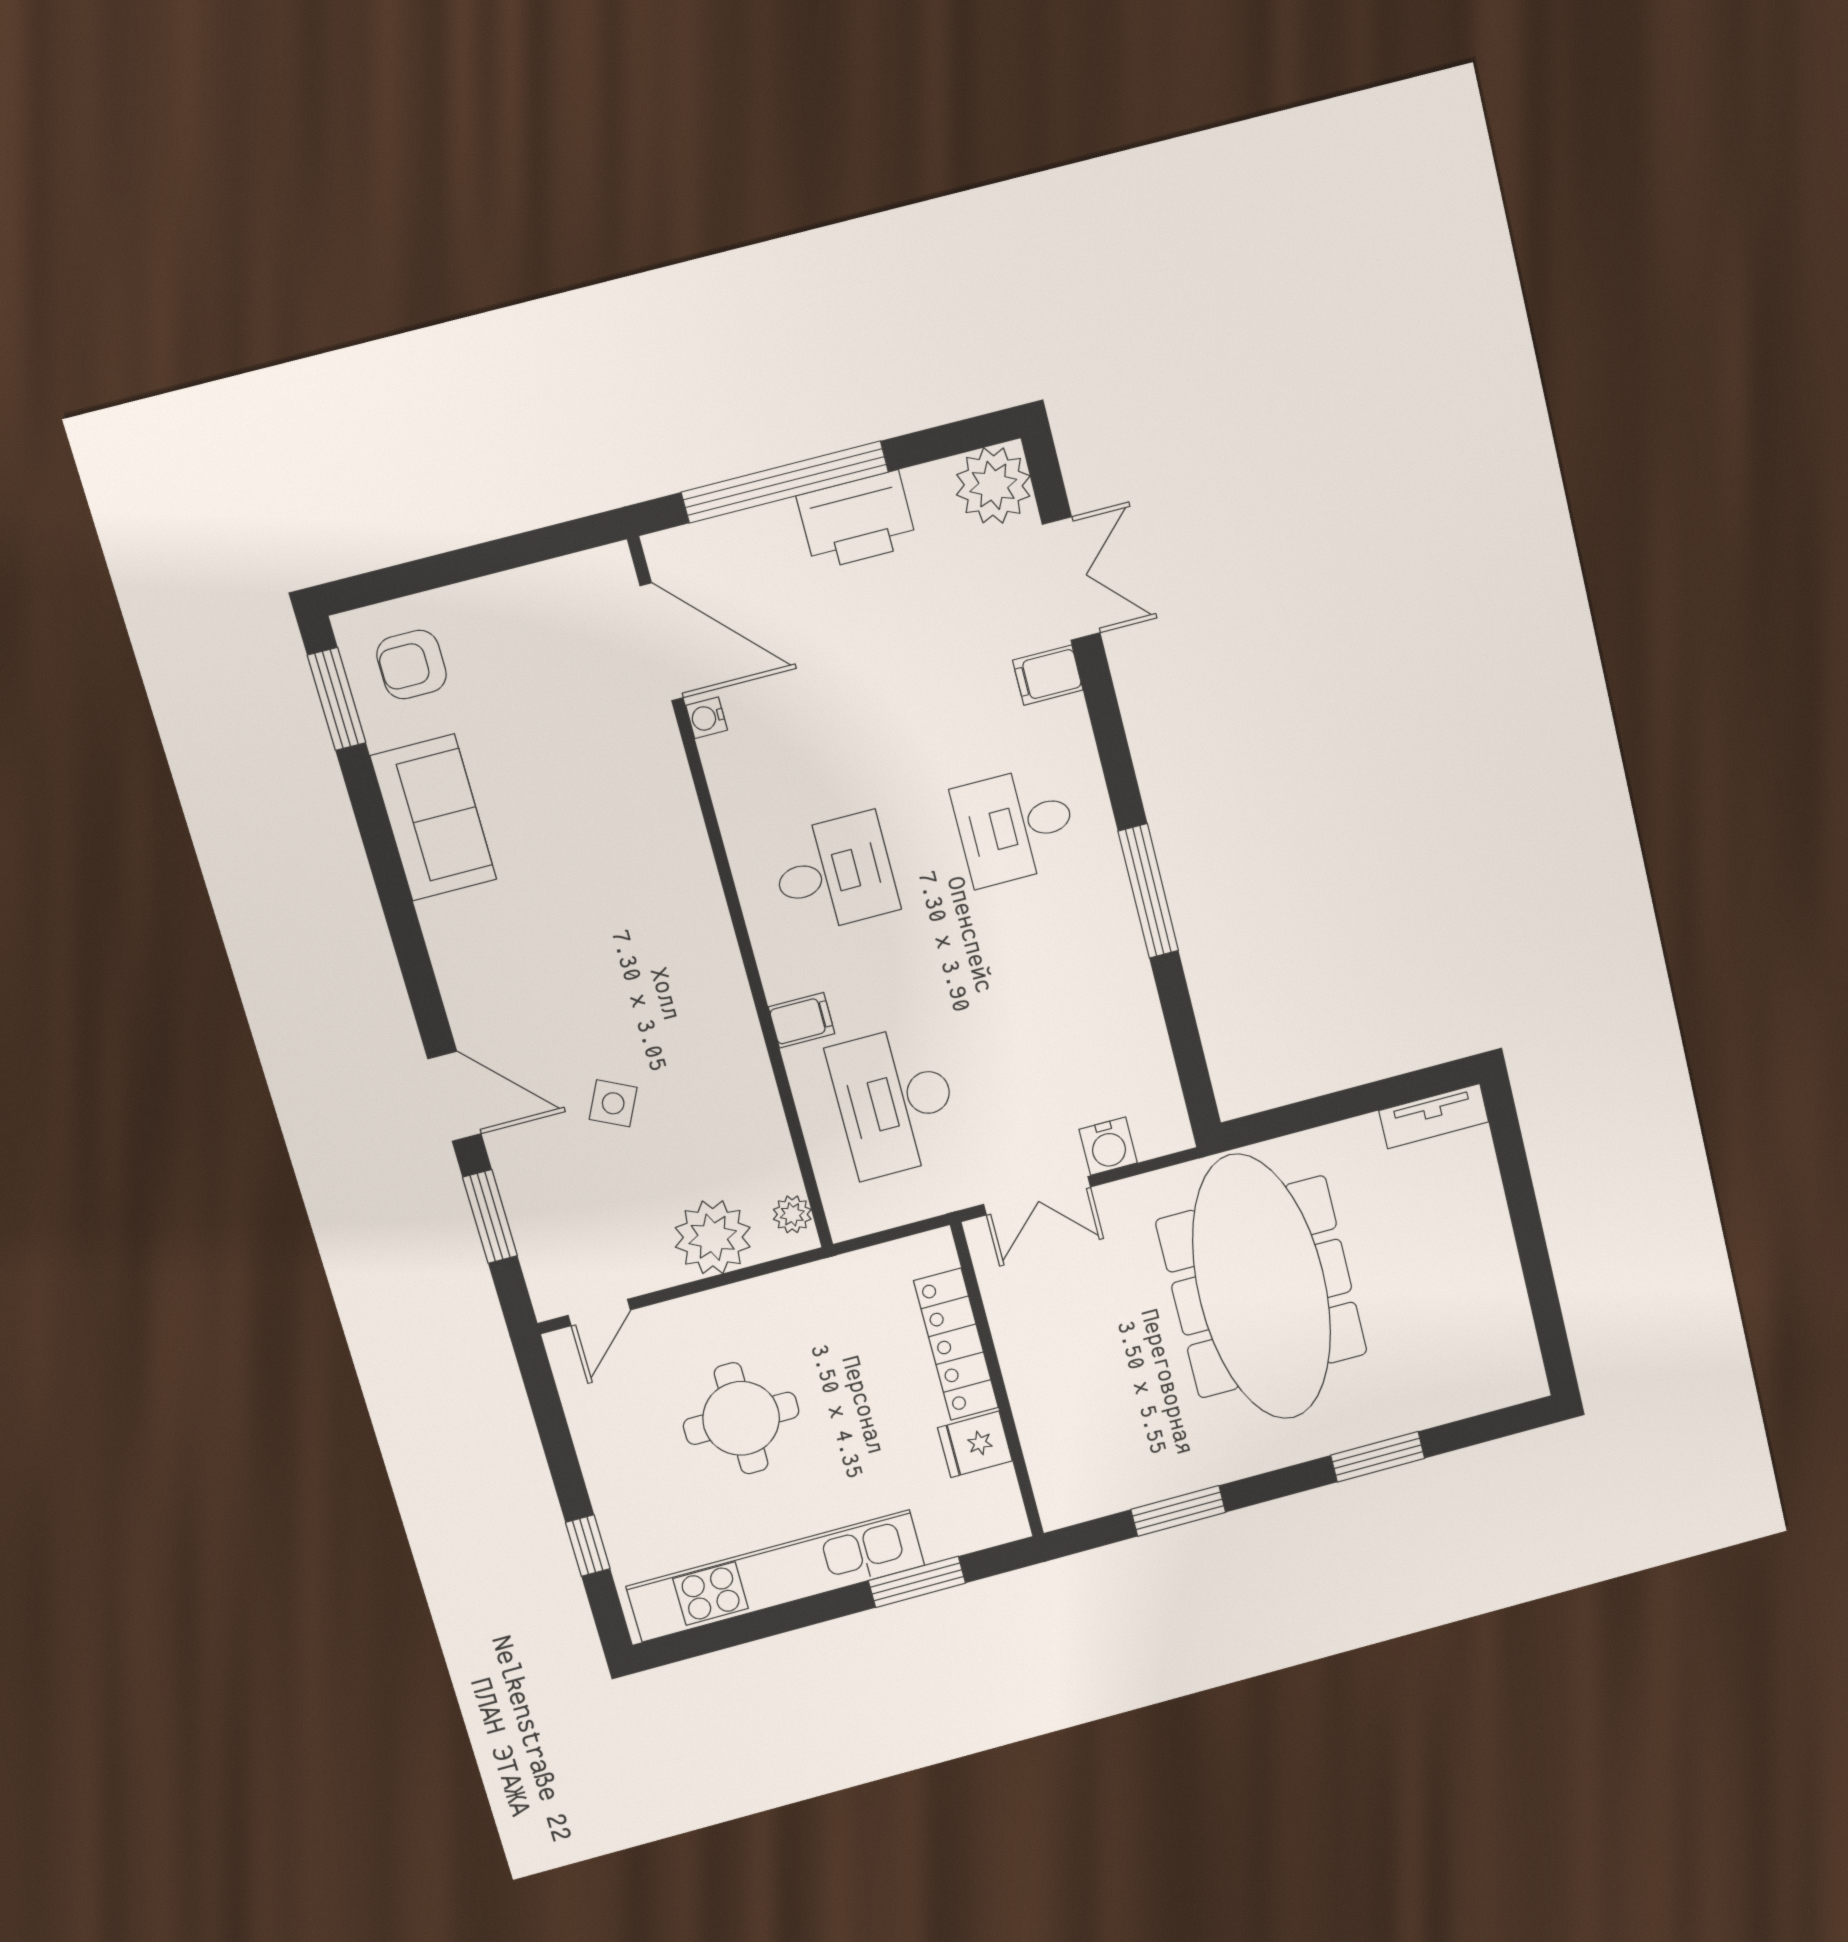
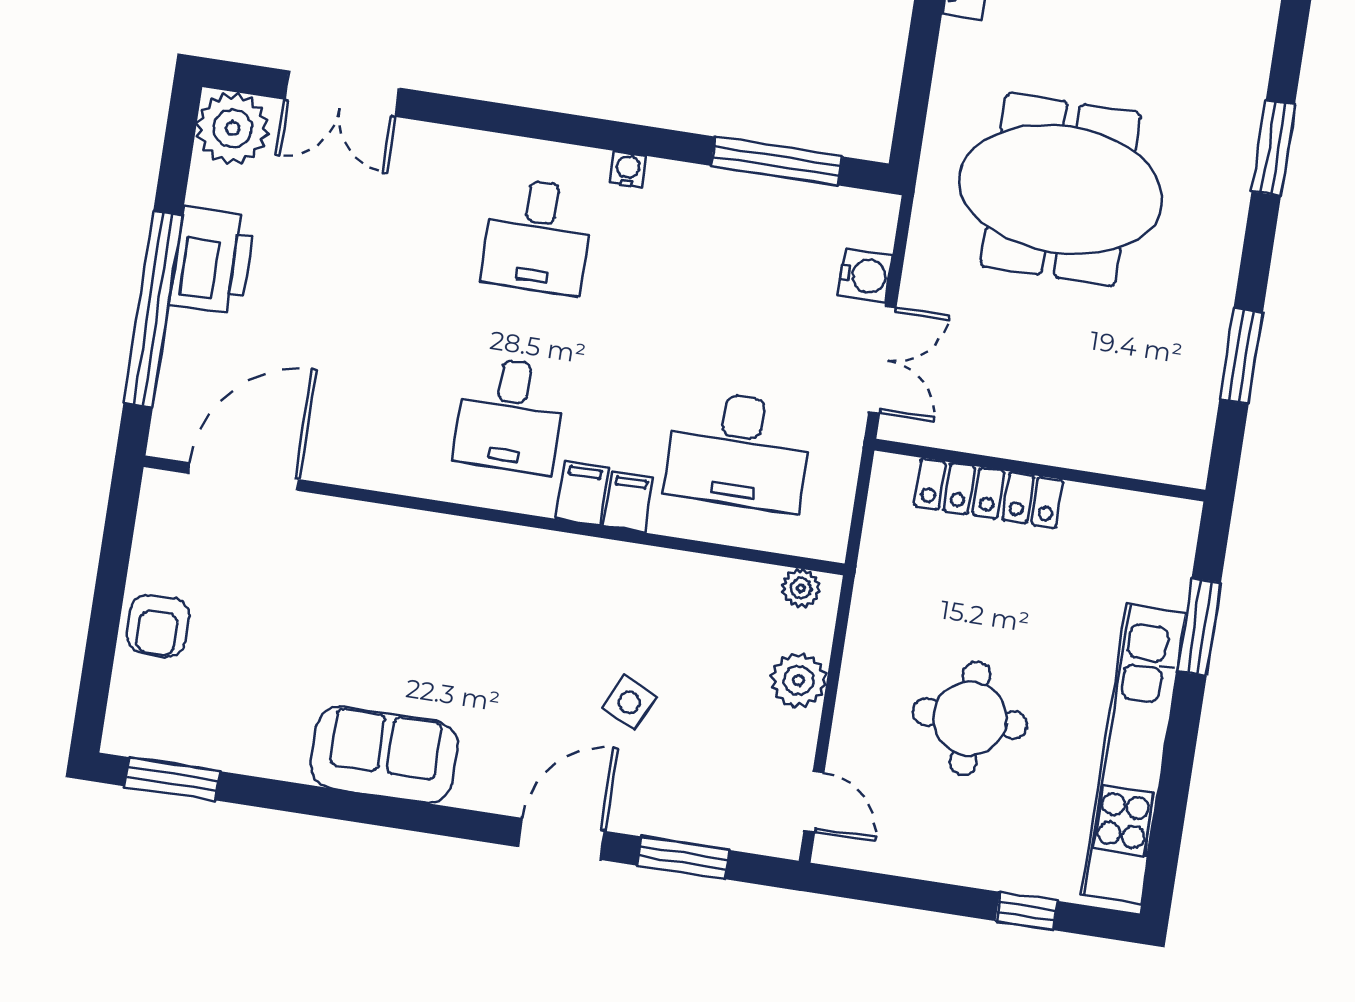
double door: (1071, 579) -> (342, 94), swing flipped
armchair: (412, 665) -> (158, 626), moved
filing cabinet: (1048, 675) -> (582, 493), moved, turned 180
water cooler: (707, 718) -> (628, 169), moved, turned 180
sofa: (433, 818) -> (384, 755), moved
desk: (834, 873) -> (510, 415), turned 180
window: (1148, 891) -> (777, 161), moved
plant: (713, 1237) -> (799, 680), width x0.73, depth x0.73
meeting table: (1262, 1287) -> (1061, 189), width x0.73
fridge: (975, 1444) -> (1091, 517), removed

